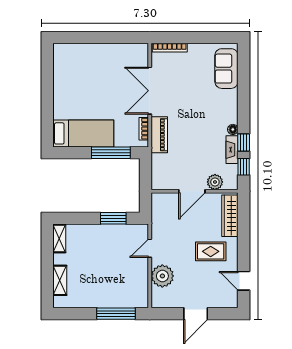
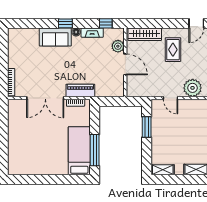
sofa: (226, 69) -> (55, 37), moved
window: (244, 143) -> (65, 23), moved
window: (111, 153) -> (95, 150), moved

